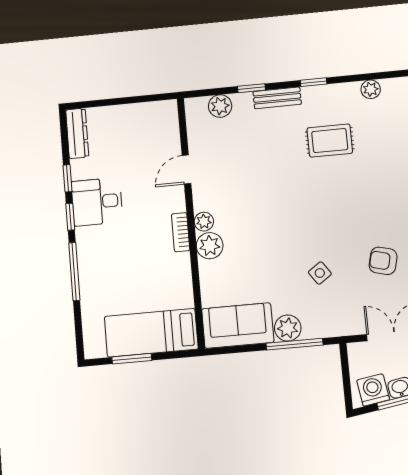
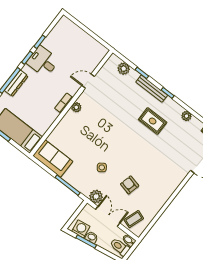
bench: (277, 98) -> (152, 89), width x1.36
dresser: (77, 133) -> (16, 83), moved
plant: (210, 246) -> (70, 118), removed
plant: (288, 328) -> (96, 196), moved

